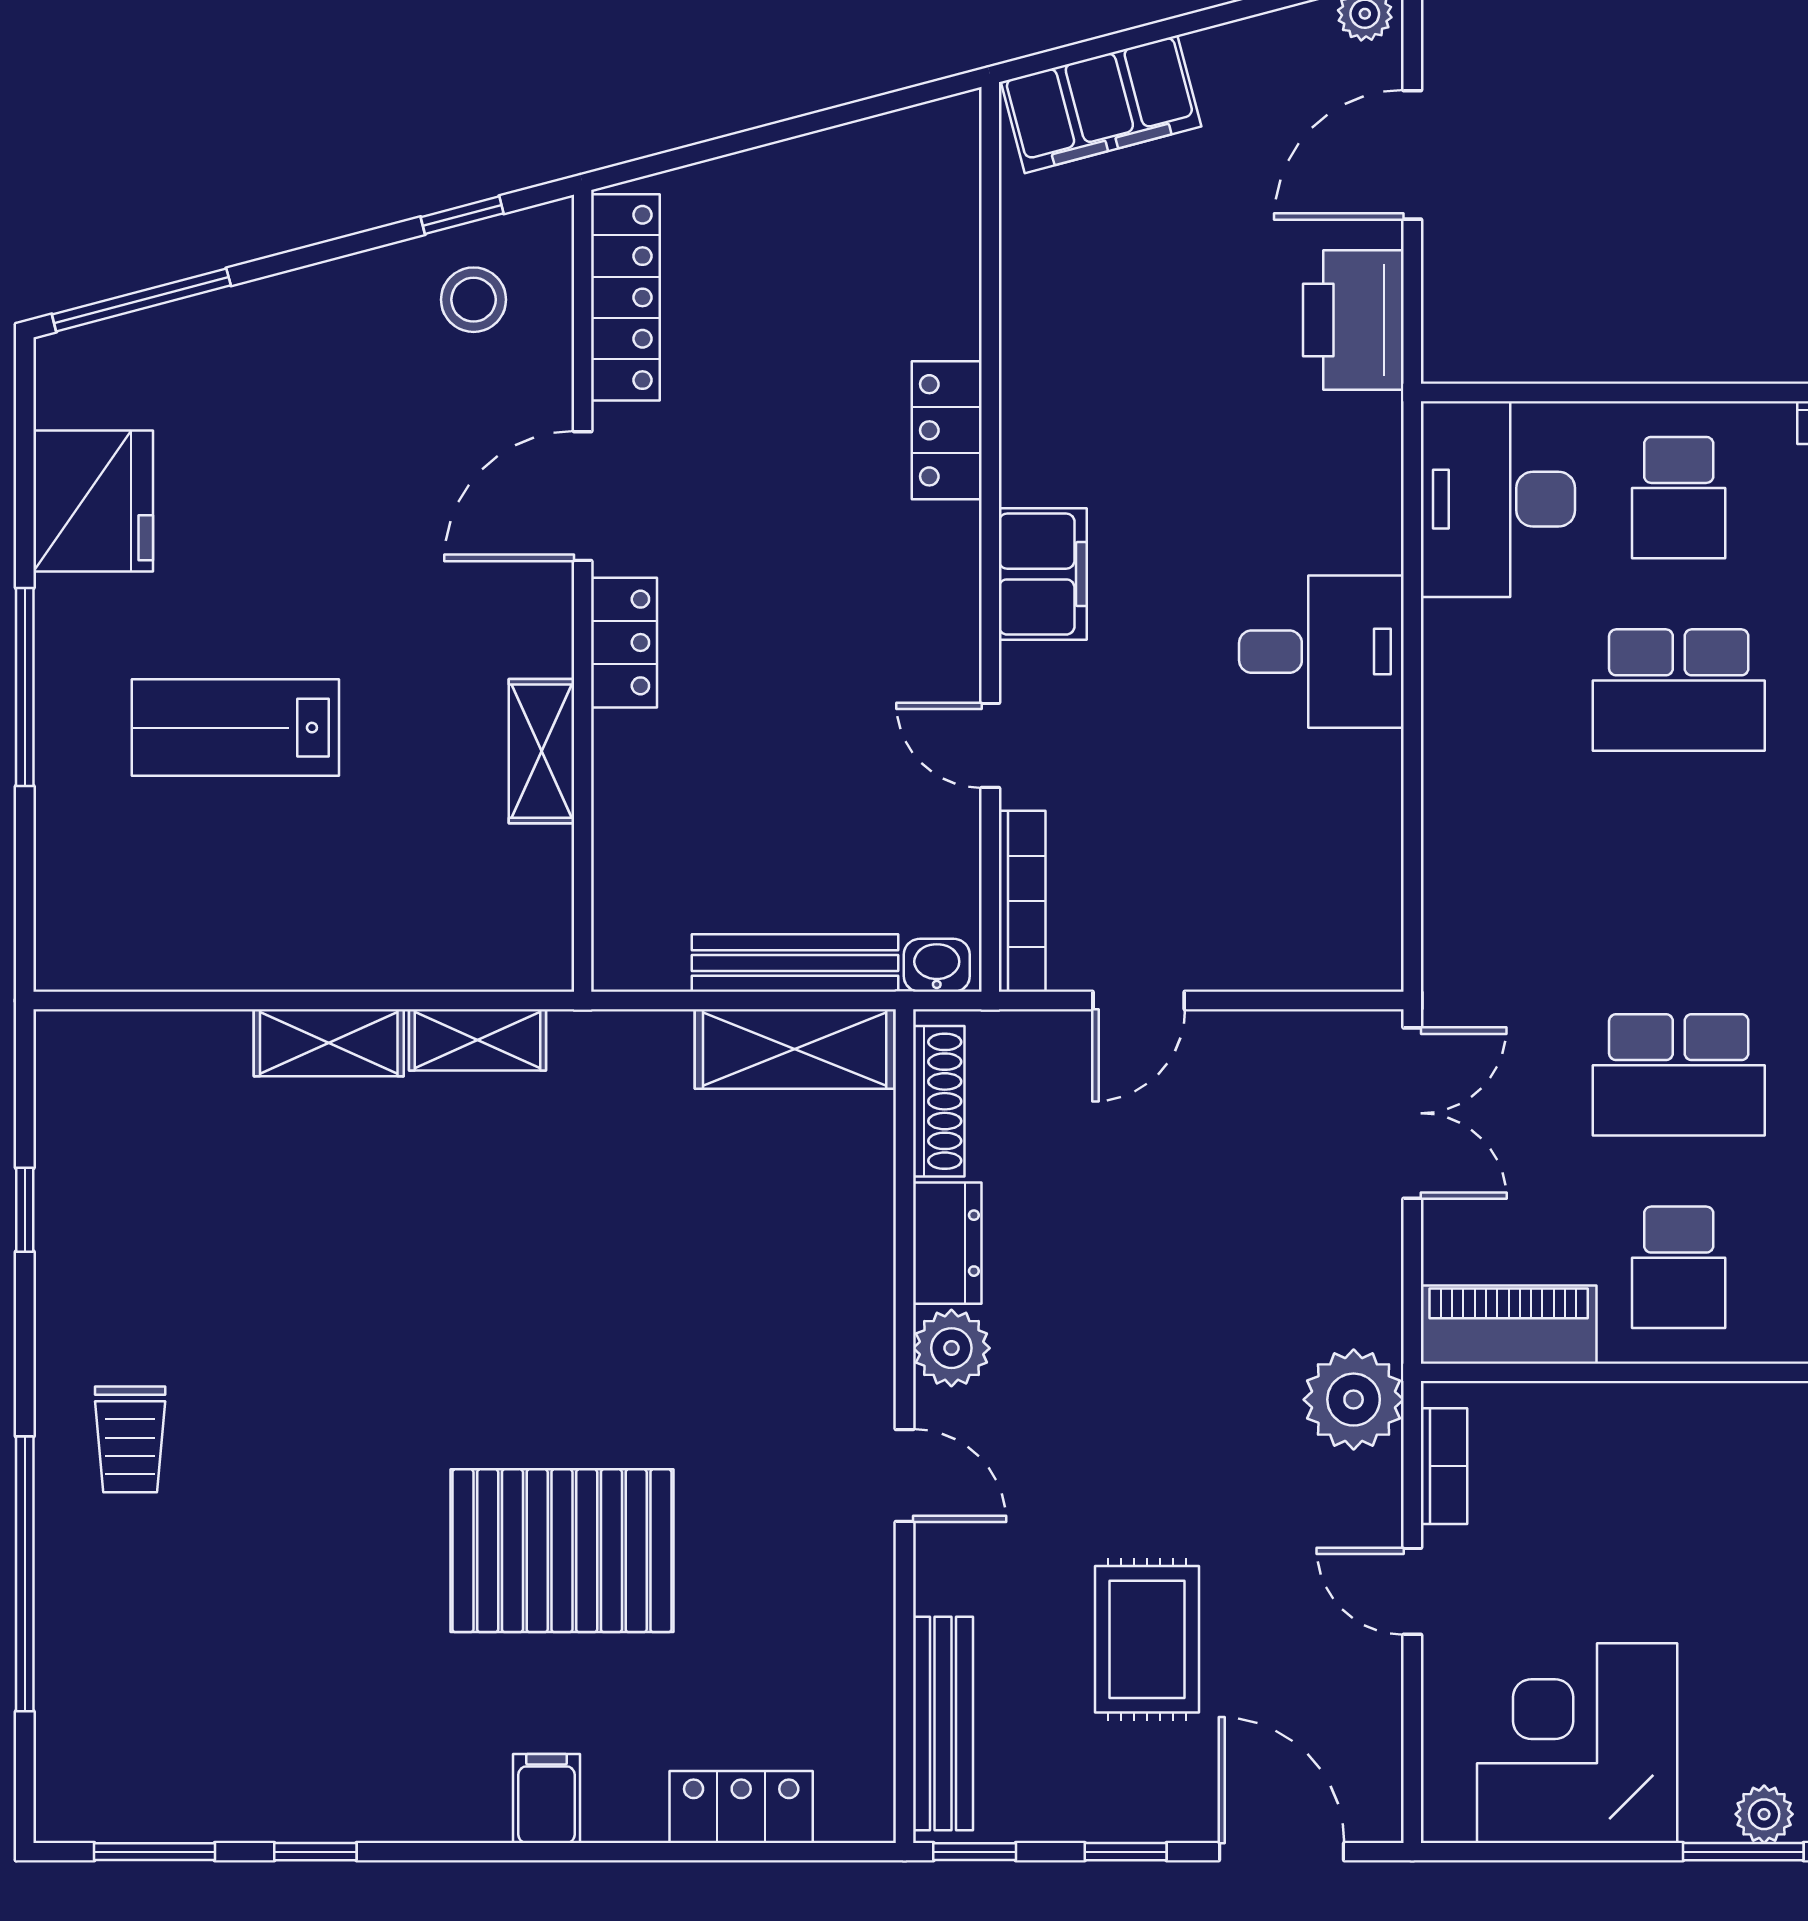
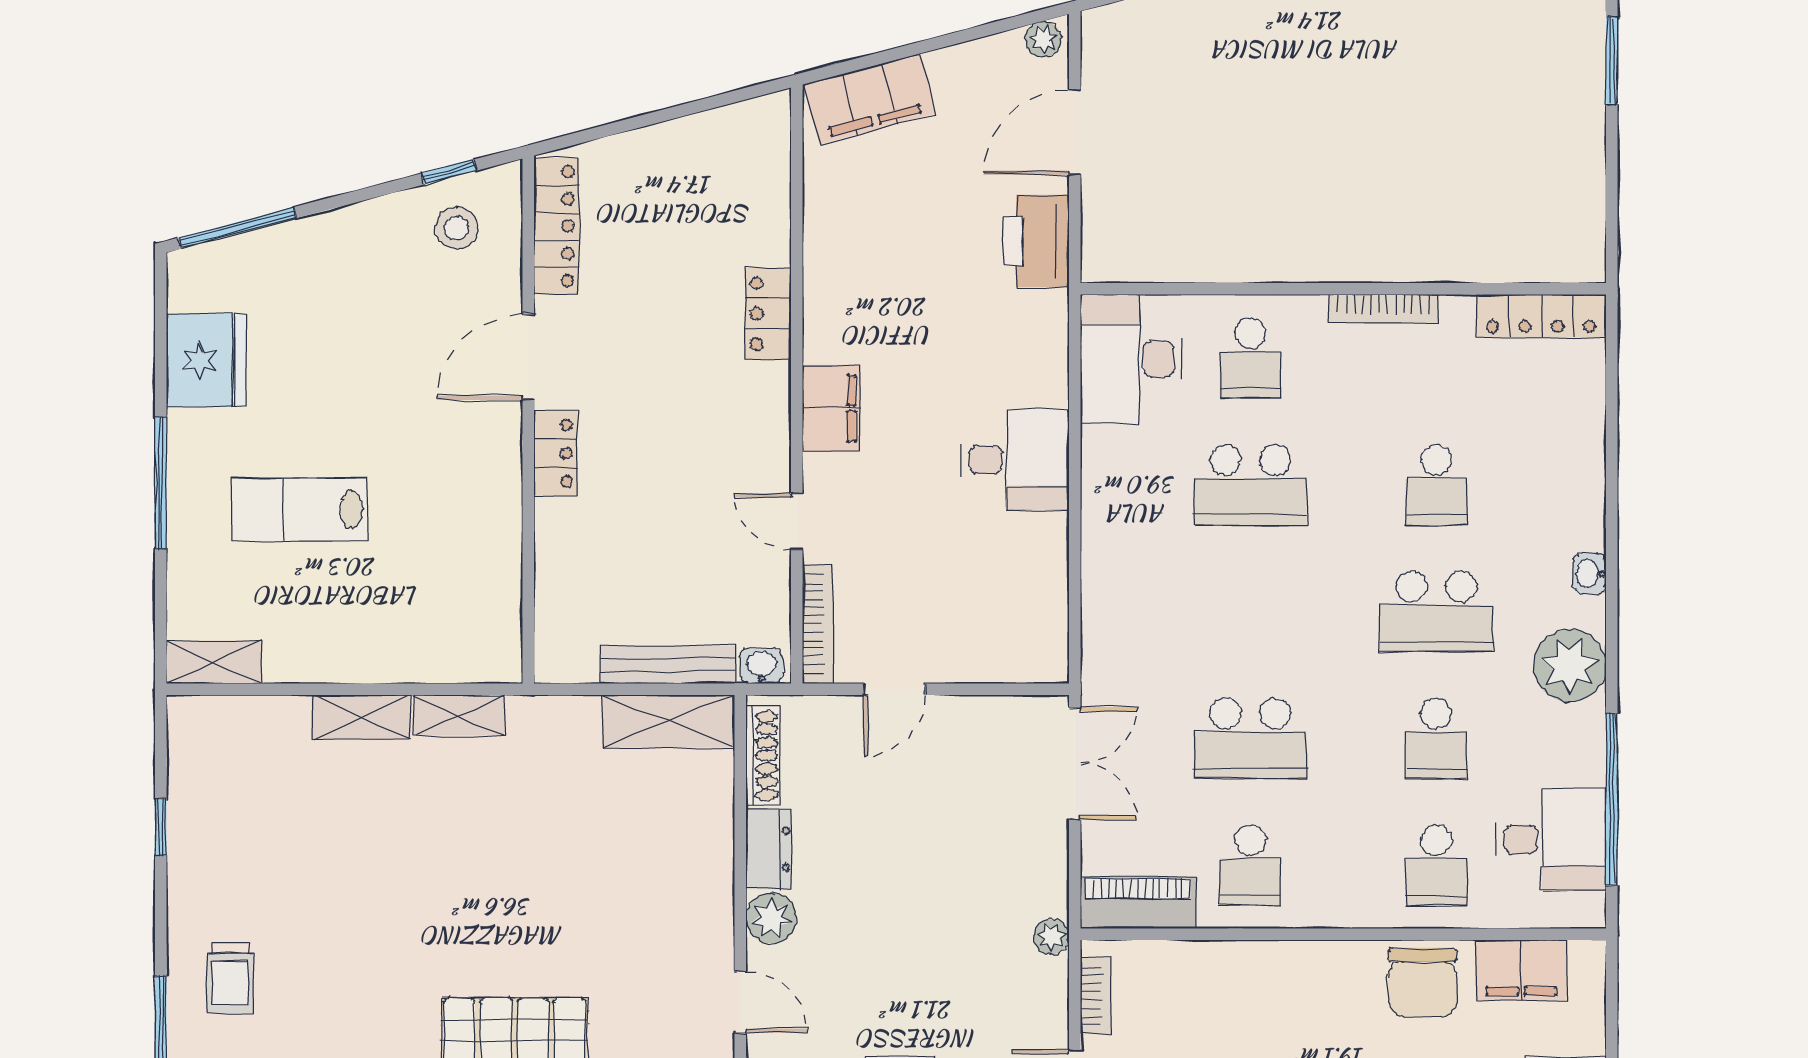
shelving: (541, 751) -> (214, 662), moved, turned 90
plant: (1354, 1400) -> (1051, 937), width x0.53, depth x0.53

